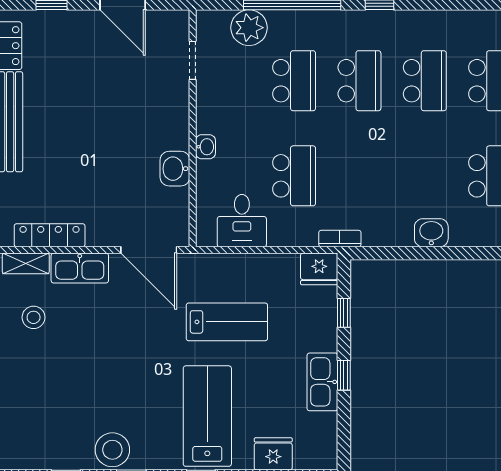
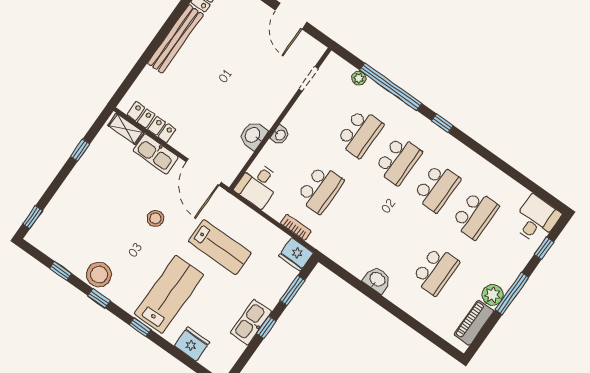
plant: (249, 28) -> (359, 78), width x0.53, depth x0.53
desk: (242, 221) -> (258, 185), moved
bookcase: (340, 239) -> (296, 227), moved
window: (344, 313) -> (292, 291), width x1.50
stool: (34, 317) -> (155, 218), moved

